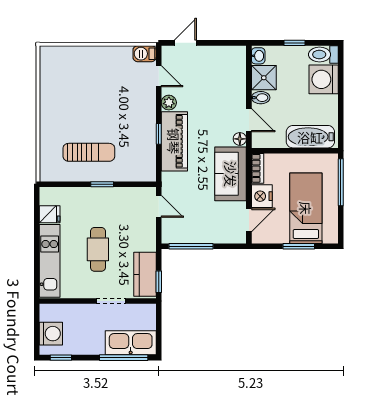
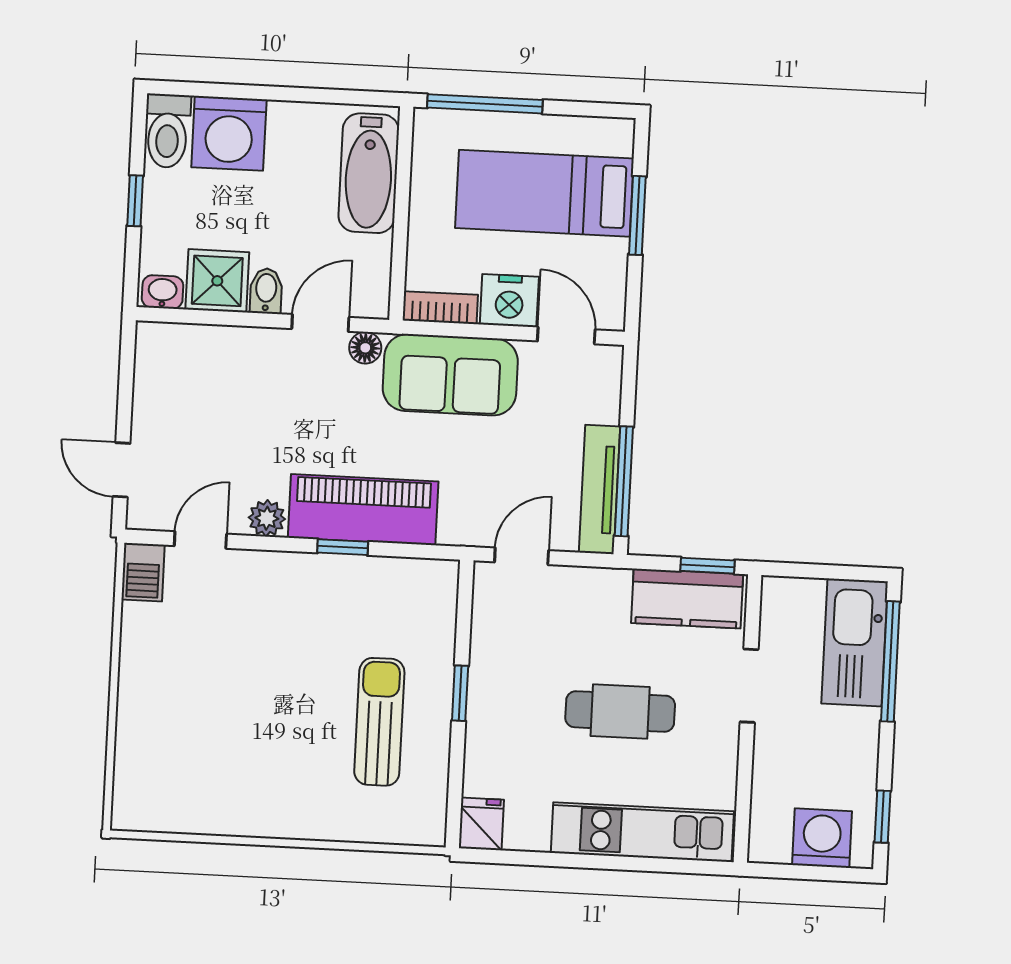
fridge: (50, 214) -> (481, 824), moved
tv unit: (187, 237) -> (600, 490), added

